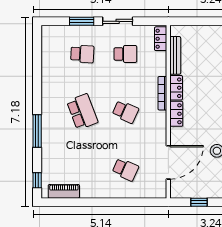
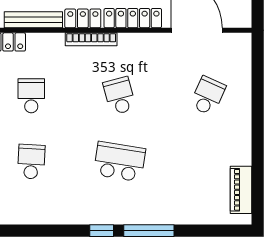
school desk: (82, 112) -> (119, 162), turned 30
school desk: (125, 112) -> (119, 96), turned -39
locker: (176, 114) -> (133, 18), width x1.53
window: (37, 180) -> (102, 231), moved

